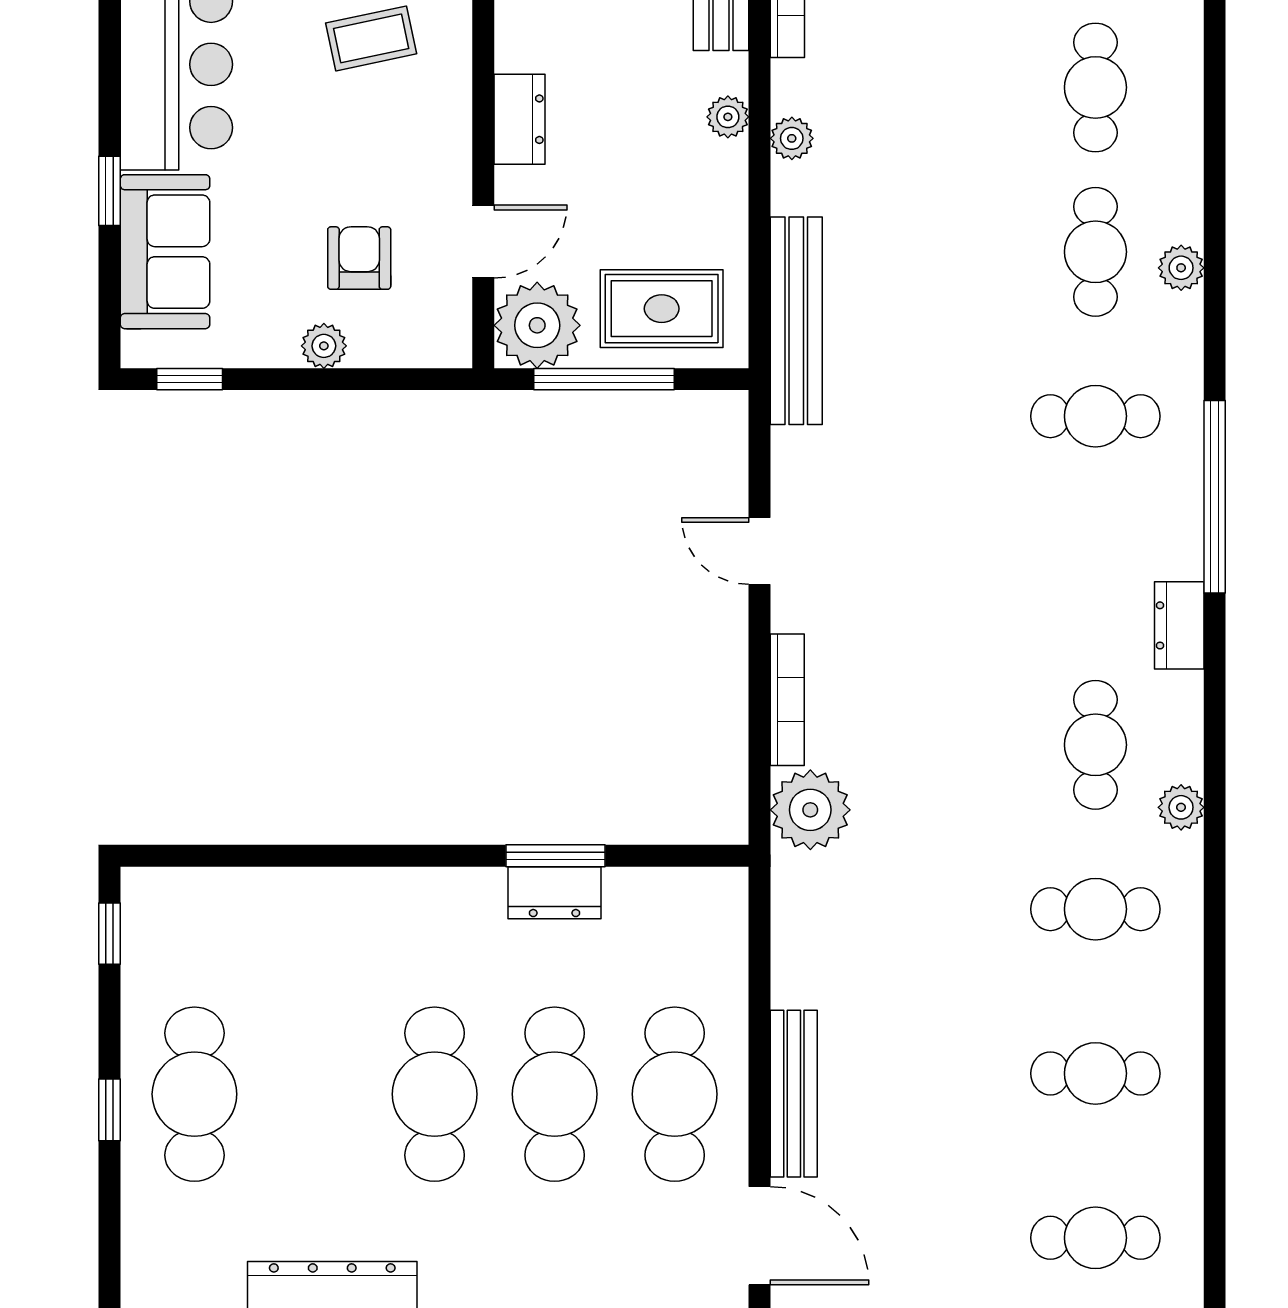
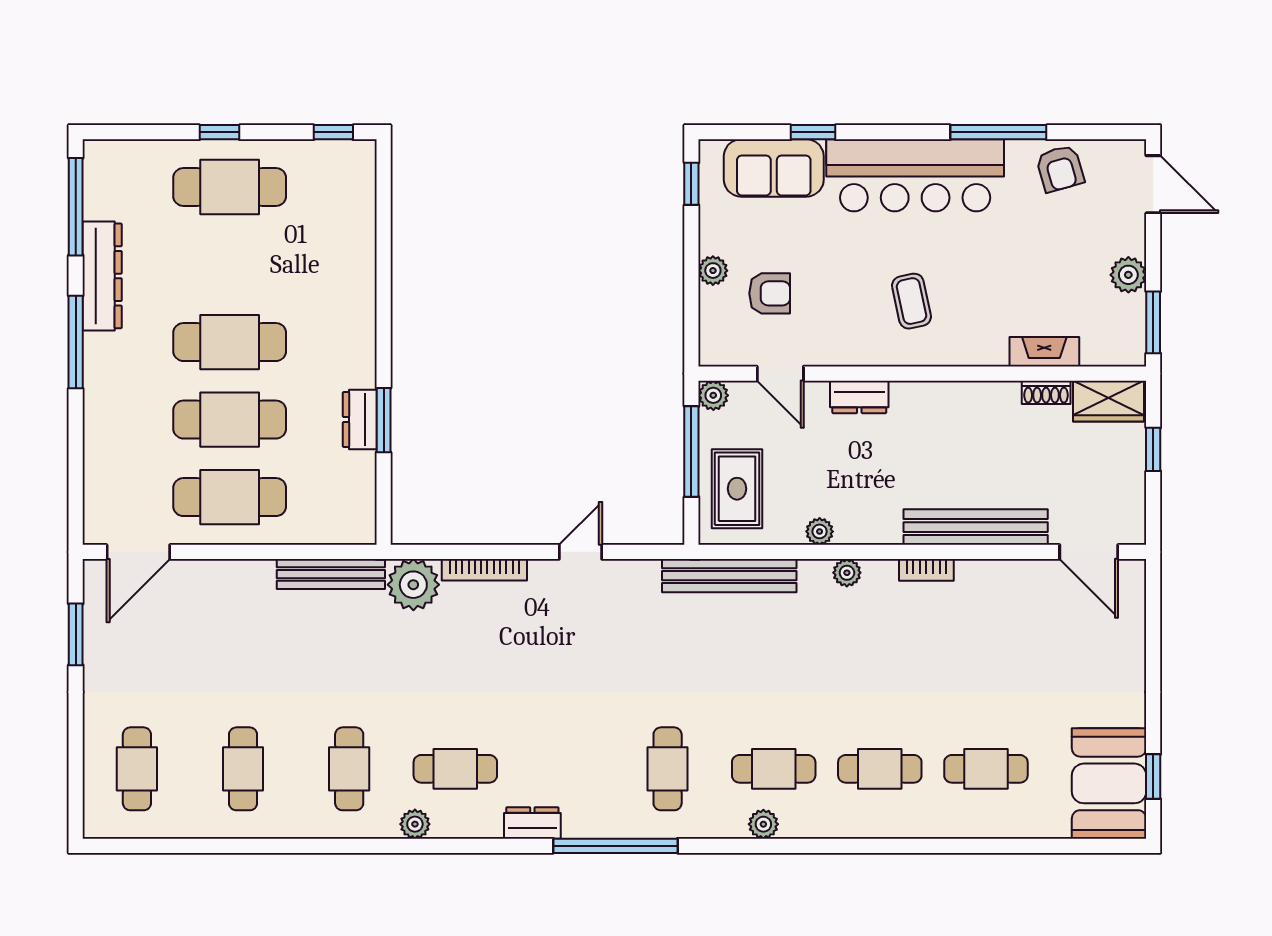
plant: (728, 117) -> (820, 531), moved
plant: (537, 325) -> (713, 395), width x0.53, depth x0.53
bench: (794, 1094) -> (331, 574), moved

